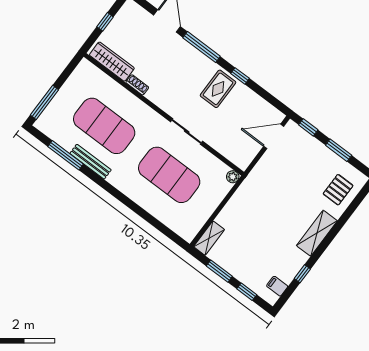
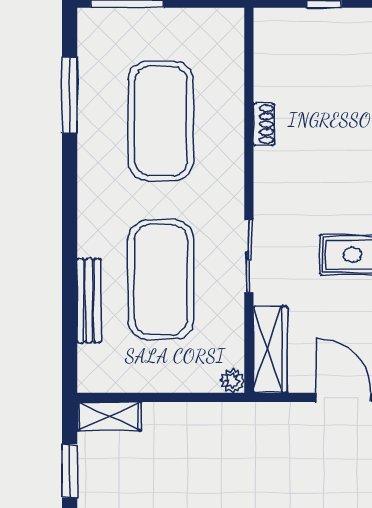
wardrobe: (112, 62) -> (270, 349), moved
bench: (91, 162) -> (89, 301), moved

